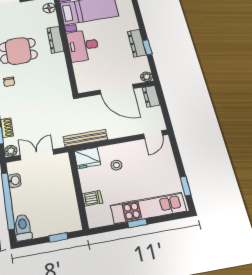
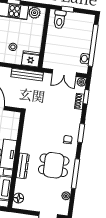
dishwasher: (92, 198) -> (37, 29), removed
plant: (103, 218) -> (35, 13), added
toilet: (23, 227) -> (60, 19), moved

